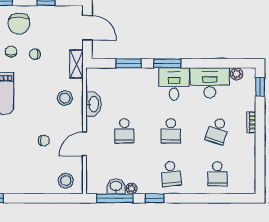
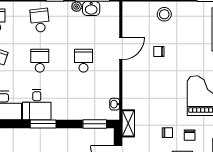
window: (129, 63) -> (95, 124), moved
stool: (65, 98) -> (139, 91), removed
washbasin: (93, 104) -> (115, 104), moved, width x0.52, depth x0.69
stool: (66, 181) -> (164, 14), moved

